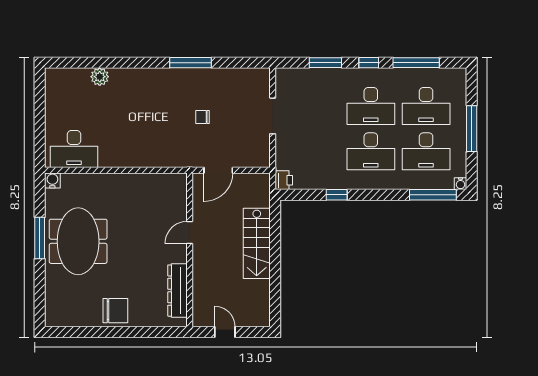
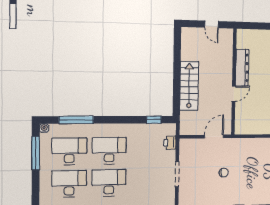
window: (472, 129) -> (36, 153), moved
printer: (284, 180) -> (170, 143), moved
window: (337, 195) -> (154, 120), moved
window: (433, 195) -> (76, 120), moved
dresser: (177, 291) -> (242, 68), moved

